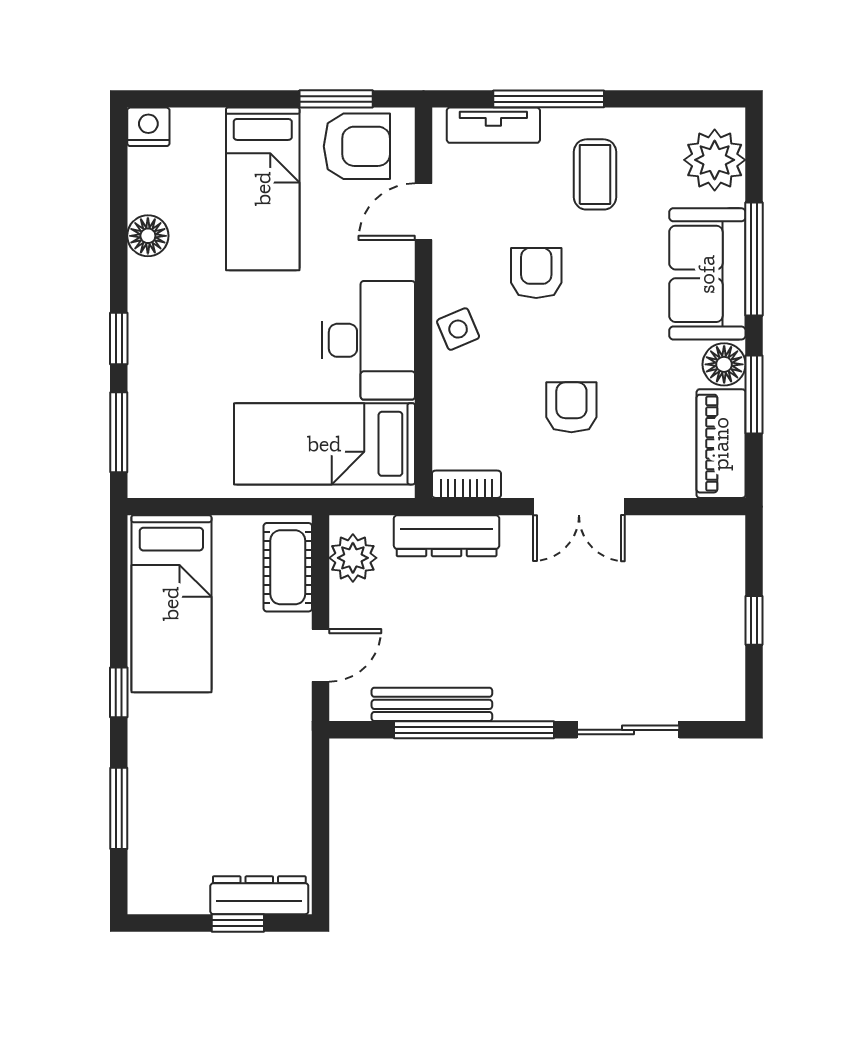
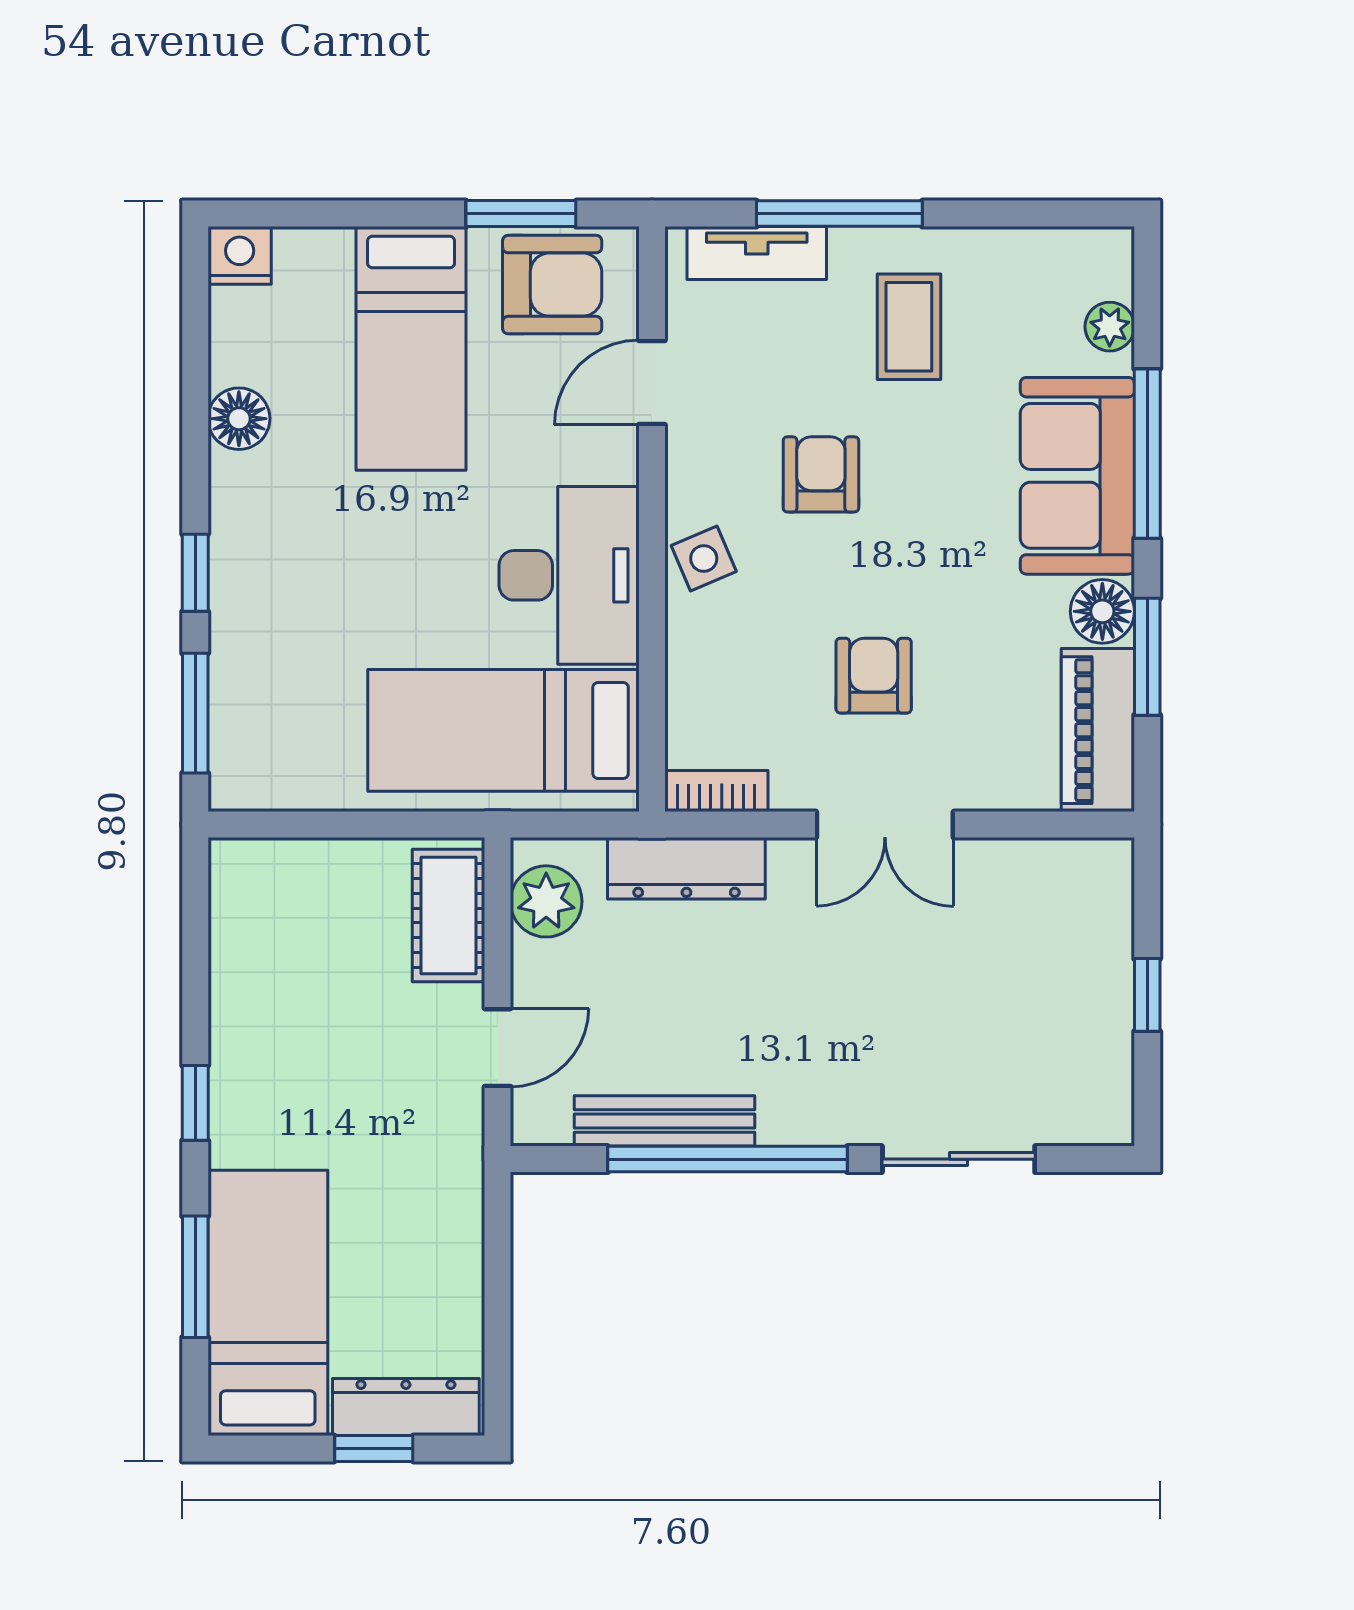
plant: (715, 160) -> (1110, 327), width x0.53, depth x0.53
bed: (171, 604) -> (268, 1303), moved, turned 180

